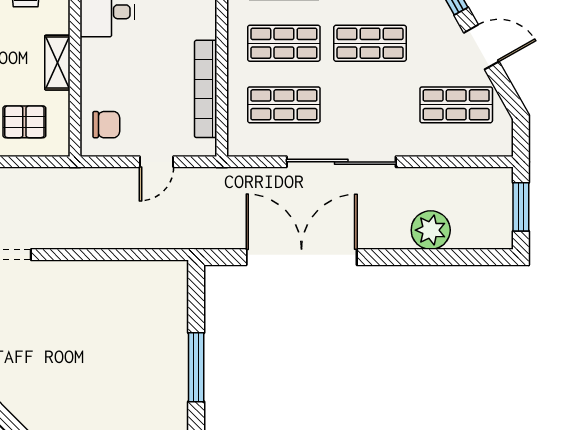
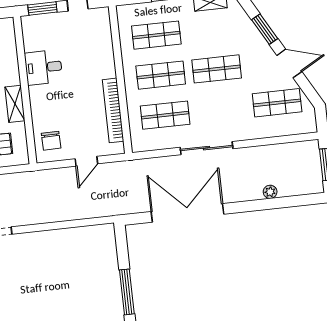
chair: (106, 125) -> (51, 141), turned 89
sliding door: (341, 162) -> (206, 148), width x0.73
plant: (431, 230) -> (270, 192), width x0.53, depth x0.53

